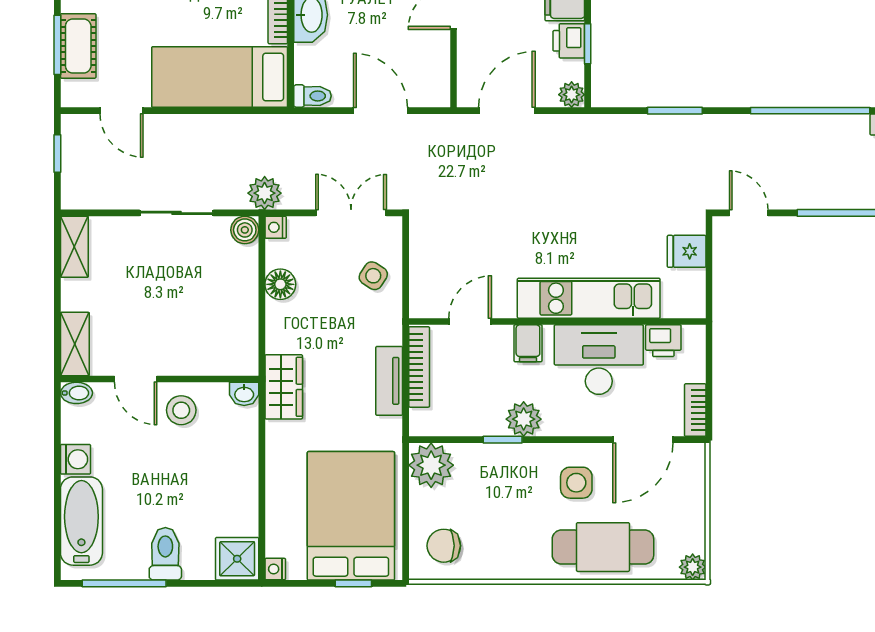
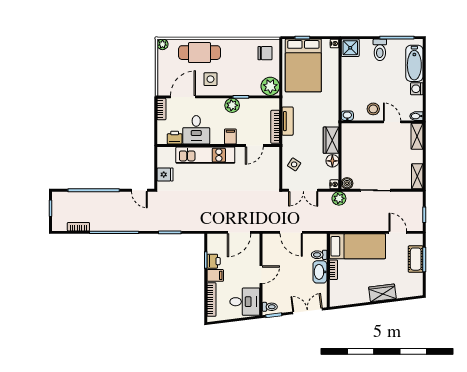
plant: (572, 95) -> (212, 239), removed
toilet: (312, 96) -> (319, 255), moved
desk: (599, 360) -> (196, 130), width x0.73
wardrobe: (284, 387) -> (331, 140), moved

